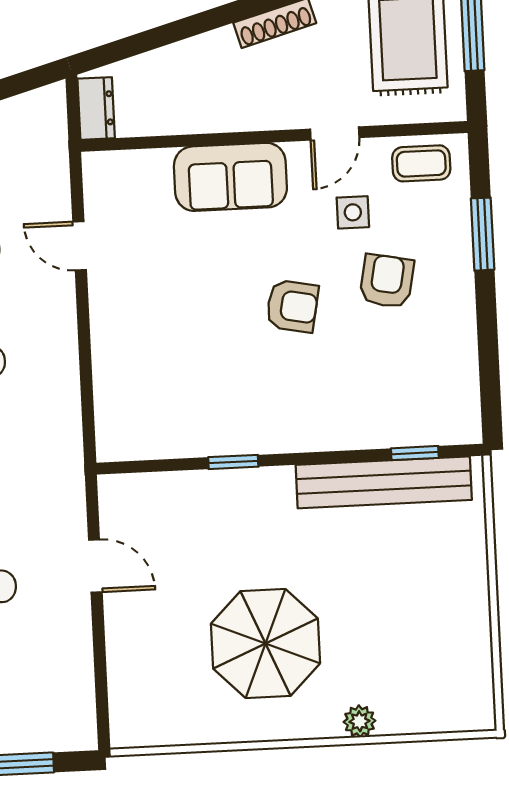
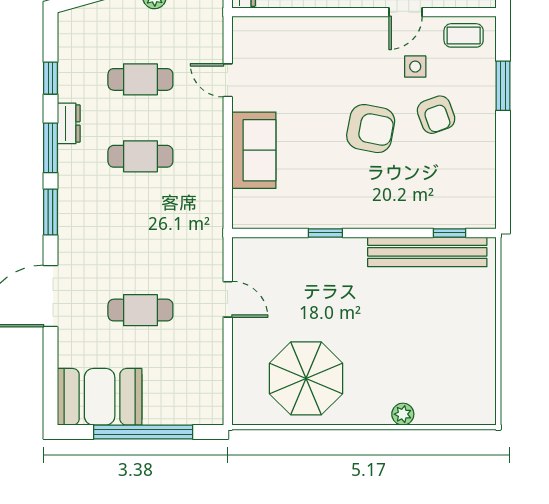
sofa: (230, 177) -> (254, 150), moved, turned -90
armchair: (387, 281) -> (436, 115), turned 149
armchair: (292, 306) -> (371, 129), width x1.38, depth x1.38
parasol: (265, 644) -> (306, 378), moved

